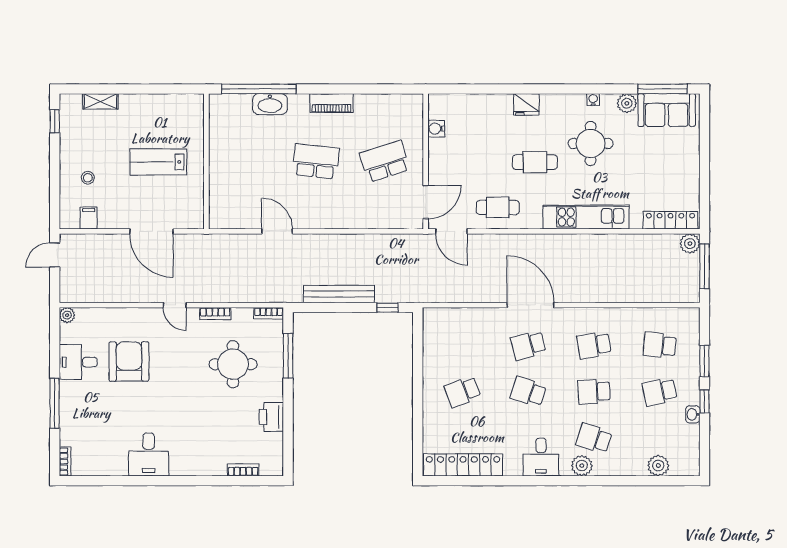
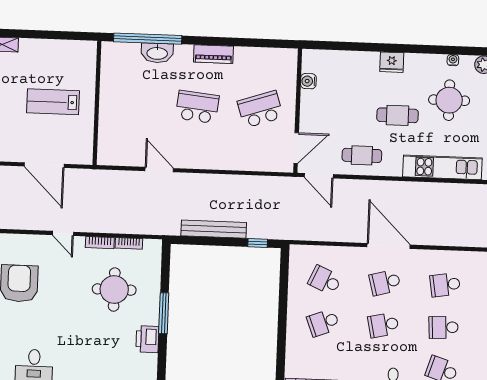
bookcase: (269, 313) -> (129, 243), moved
school desk: (462, 345) -> (325, 280), added
window: (288, 356) -> (164, 313), moved
school desk: (528, 392) -> (383, 325), turned -30

